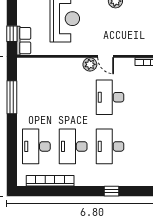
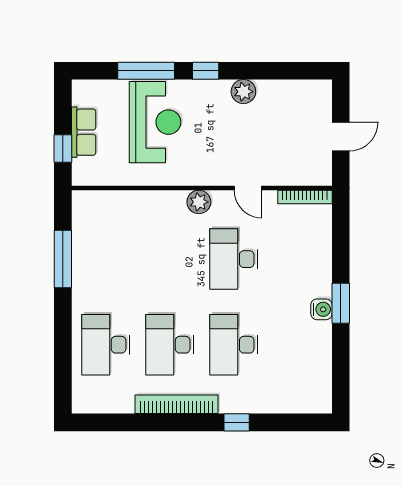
row of seats: (24, 41) -> (84, 132), moved
door: (106, 56) -> (248, 188), moved
bookcase: (50, 181) -> (176, 404), moved

